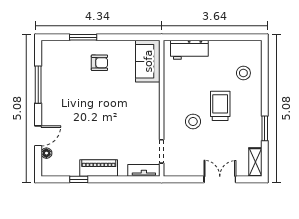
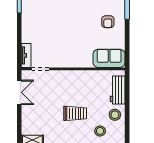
stool: (193, 121) -> (115, 115), moved
piano: (99, 168) -> (28, 21), removed
double door: (220, 179) -> (19, 92), moved

